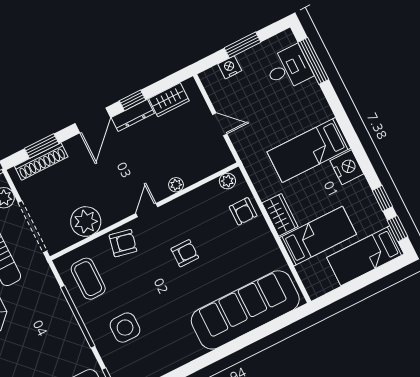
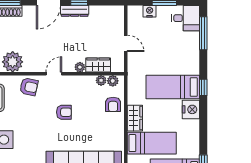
desk: (288, 68) -> (186, 18), moved
wardrobe: (169, 100) -> (98, 65), moved, turned 180
plant: (212, 188) -> (101, 80), added
window: (382, 198) -> (203, 87), moved

